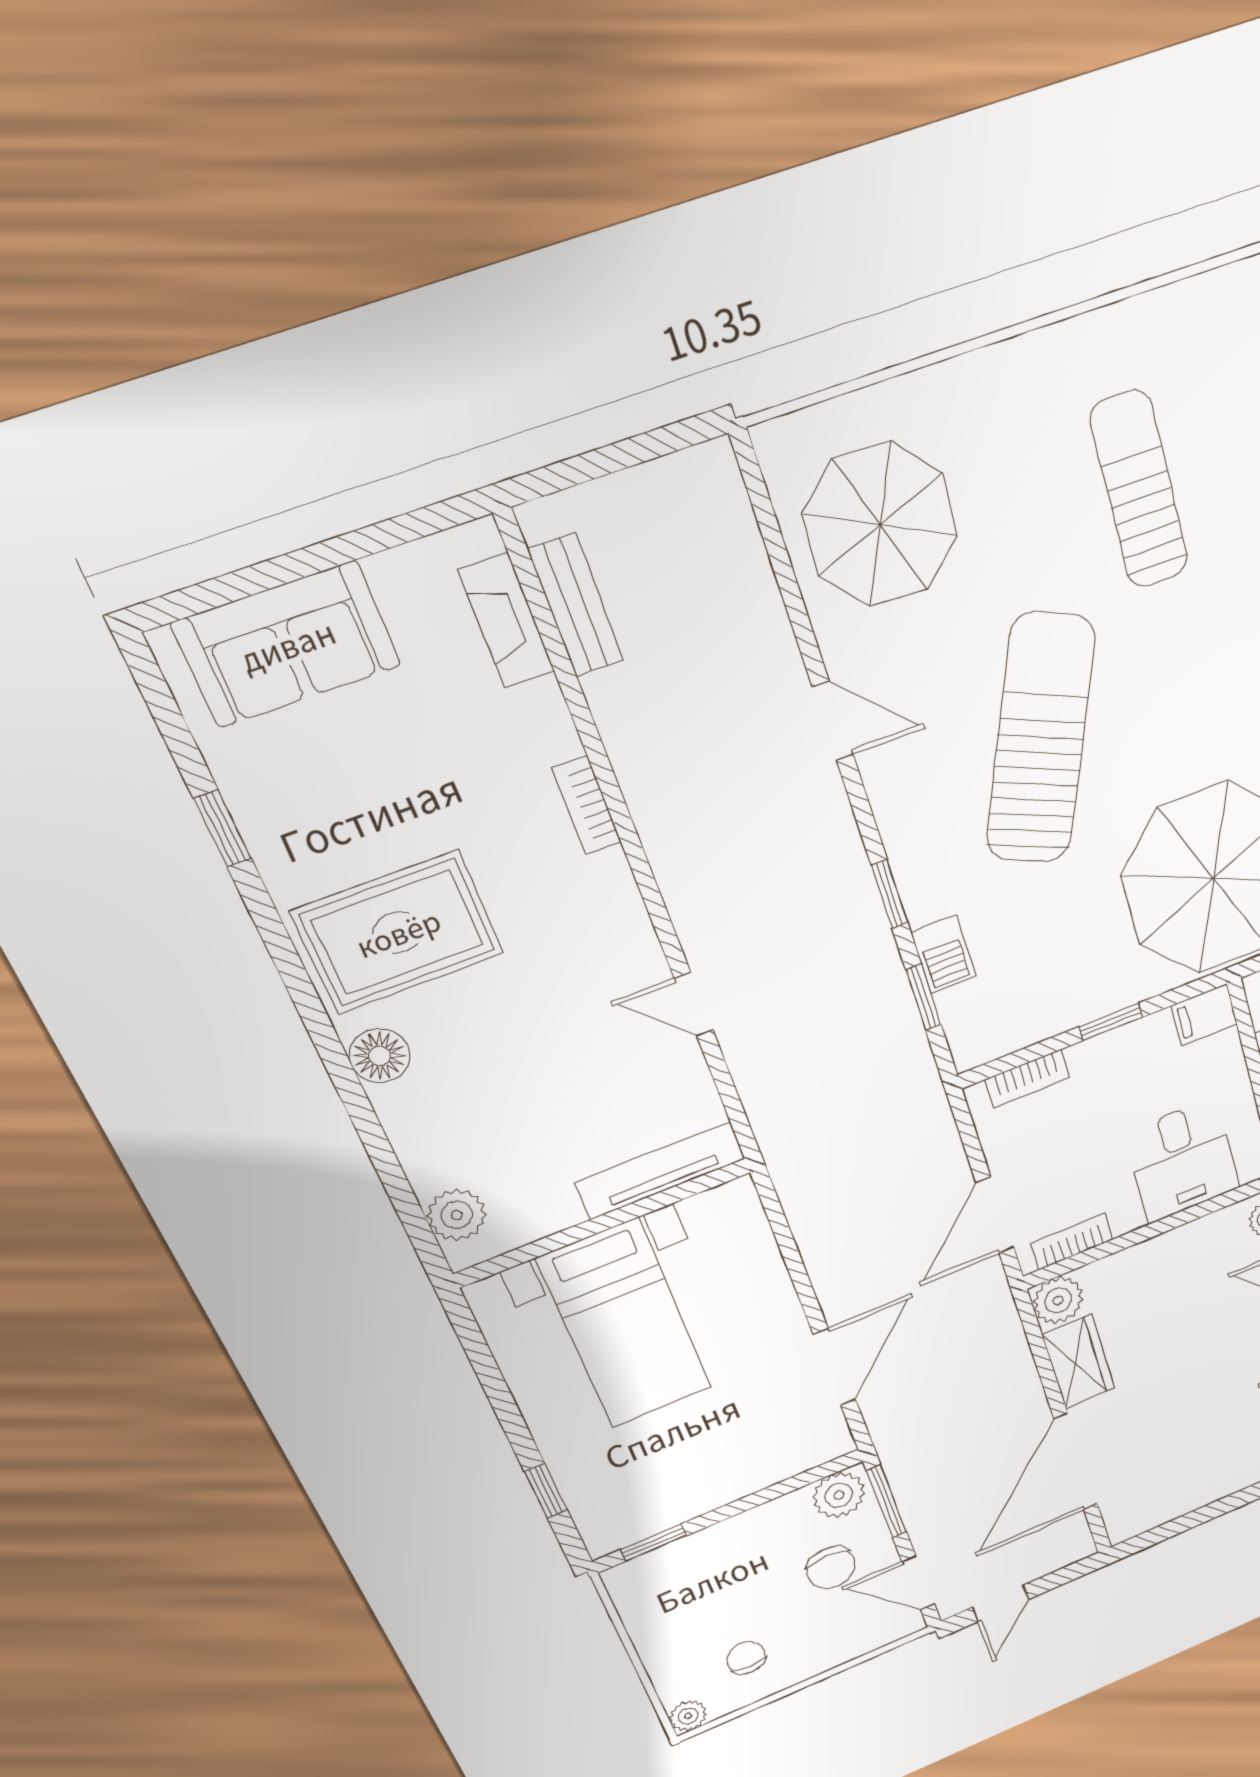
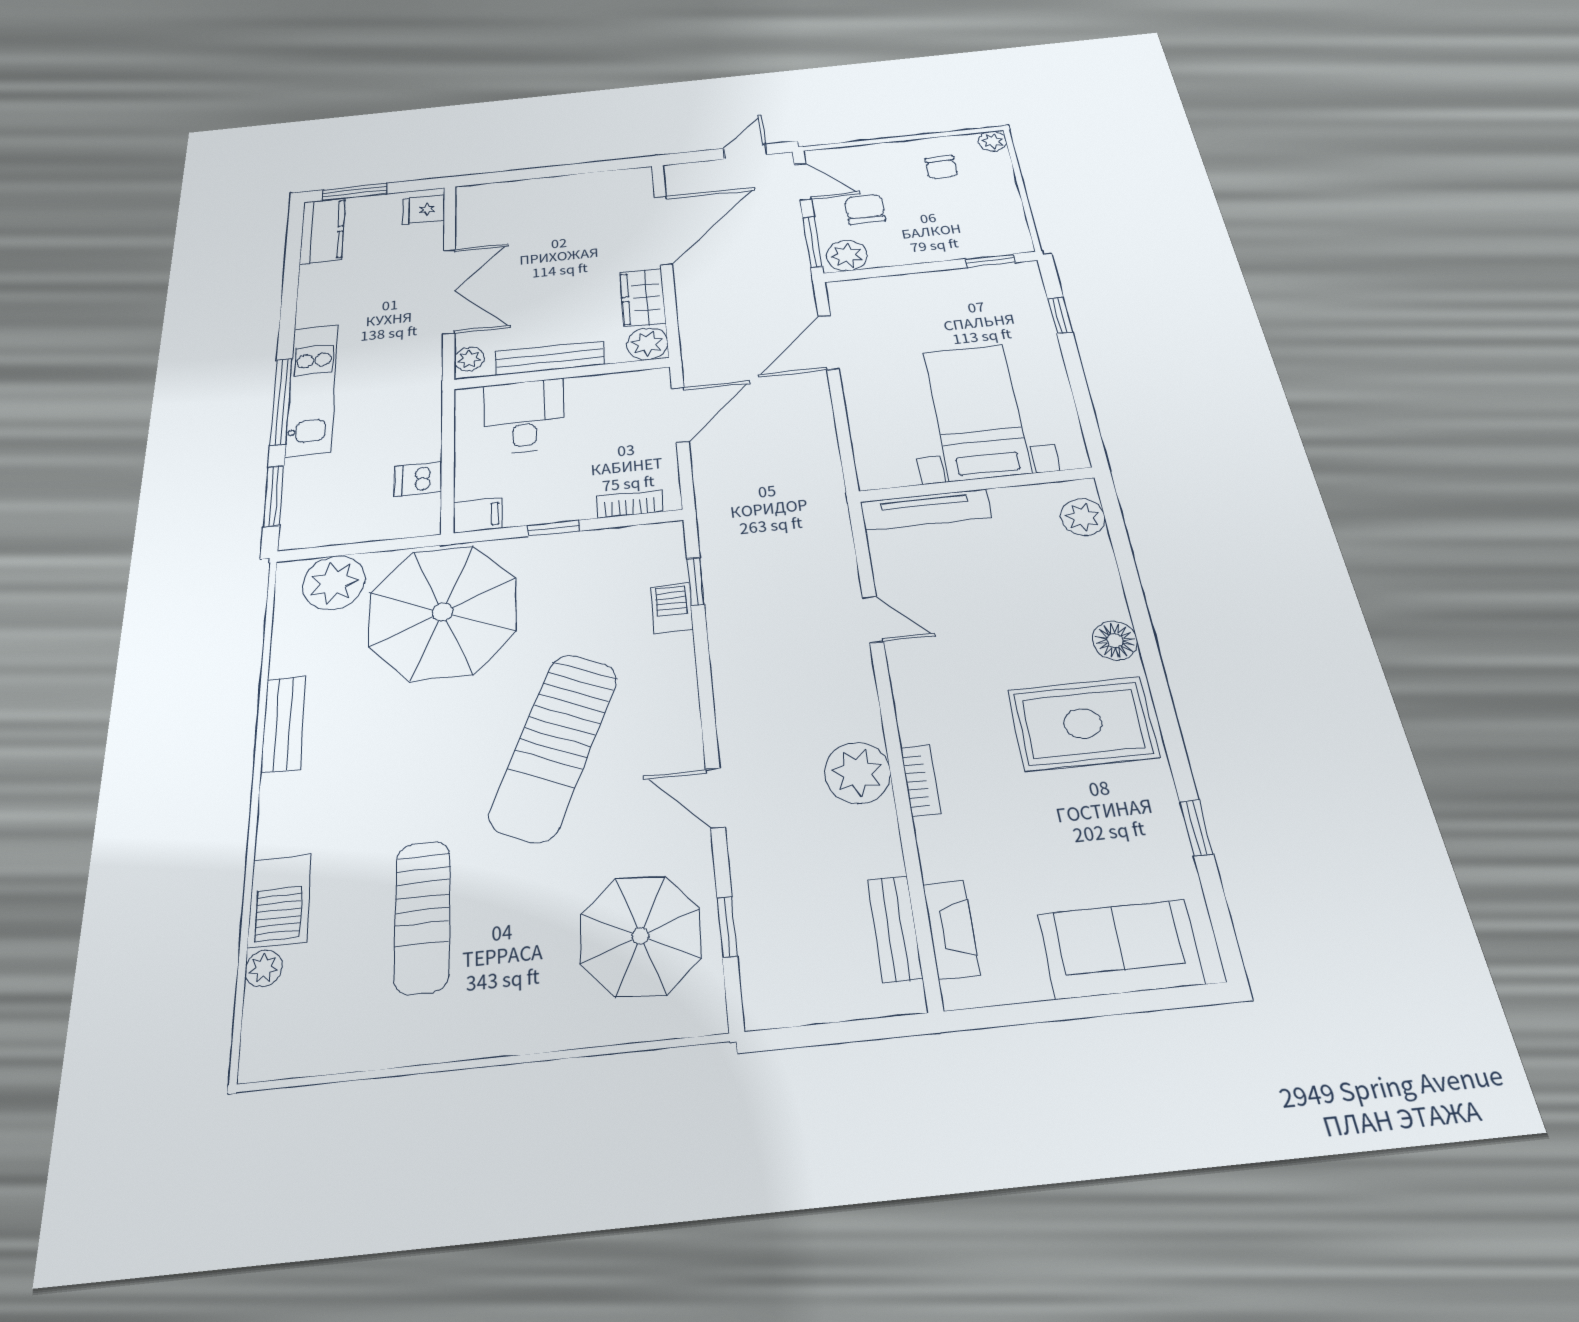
plant: (667, 796) -> (857, 773), added
window: (890, 894) -> (727, 927), moved
bookcase: (1072, 1242) -> (626, 381), removed
bench: (1171, 1247) -> (550, 358), added

